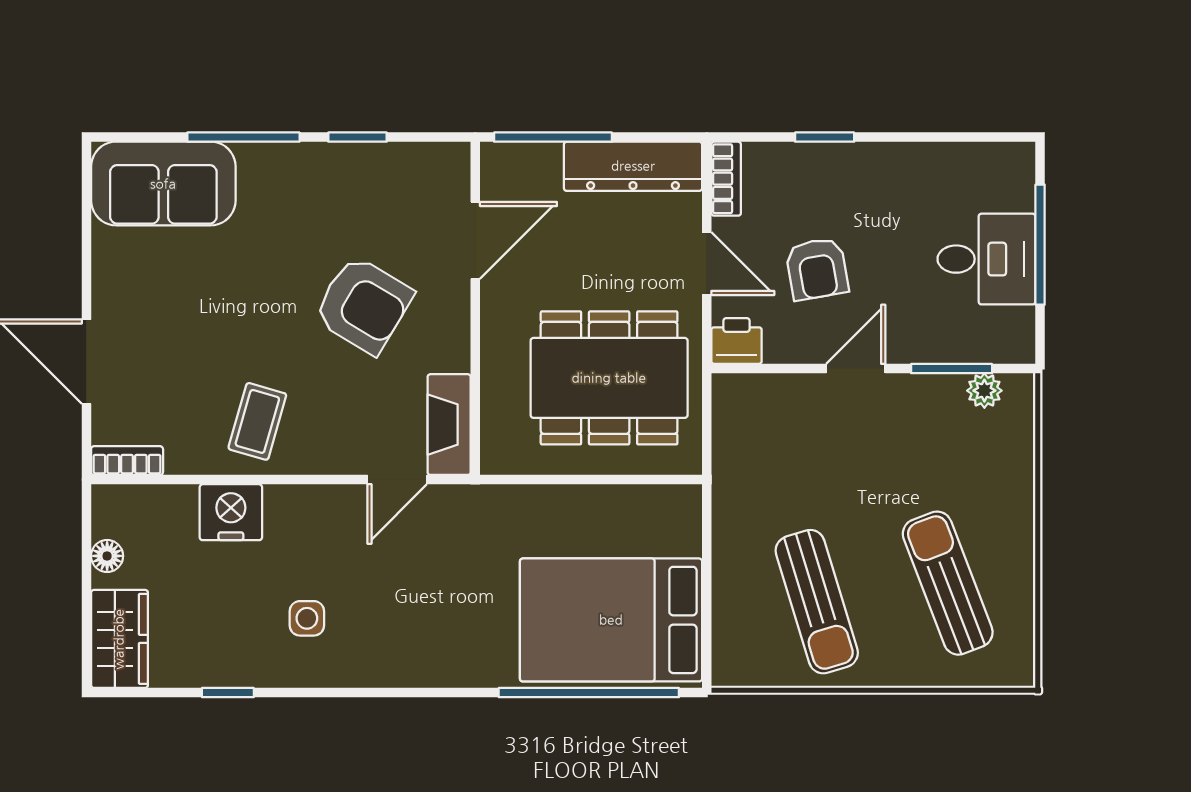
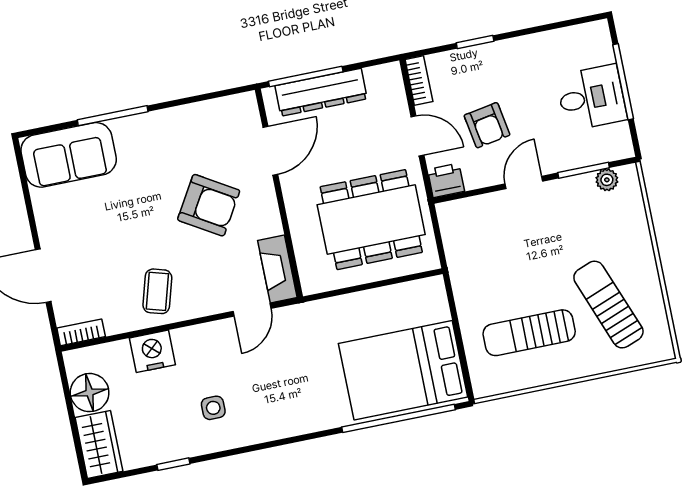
window: (357, 137) -> (184, 101), removed
dresser: (633, 166) -> (321, 92), moved
floor lamp: (107, 556) -> (90, 393), width x1.89, depth x1.89
sun lounger: (817, 602) -> (529, 333), turned 107

